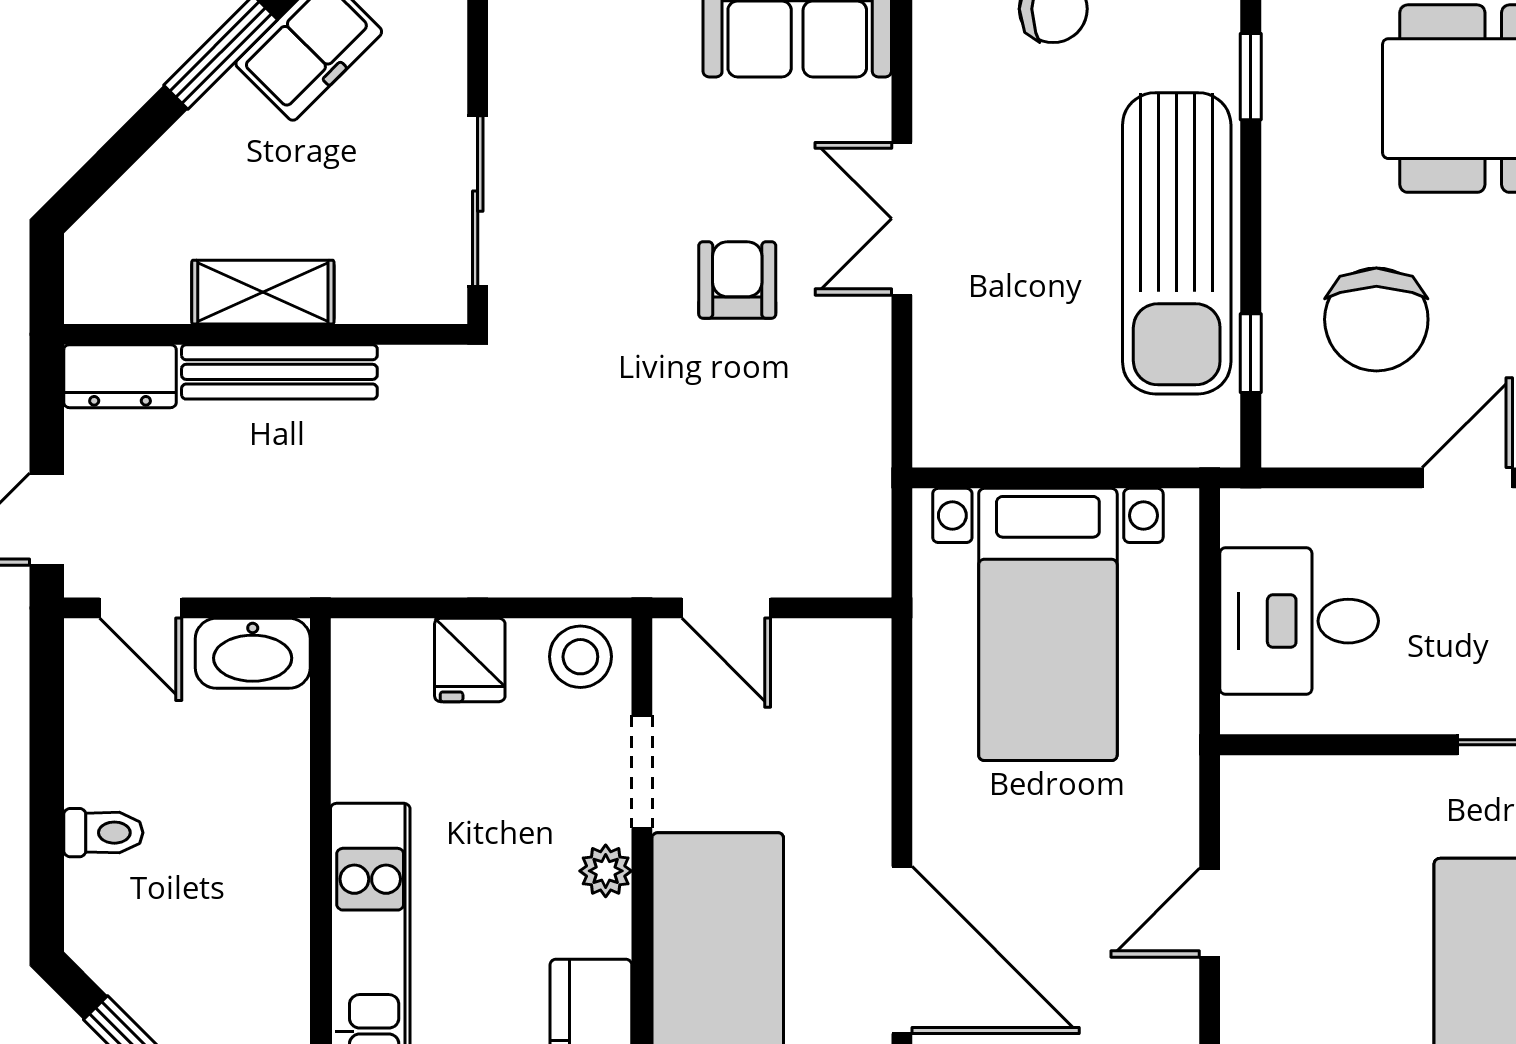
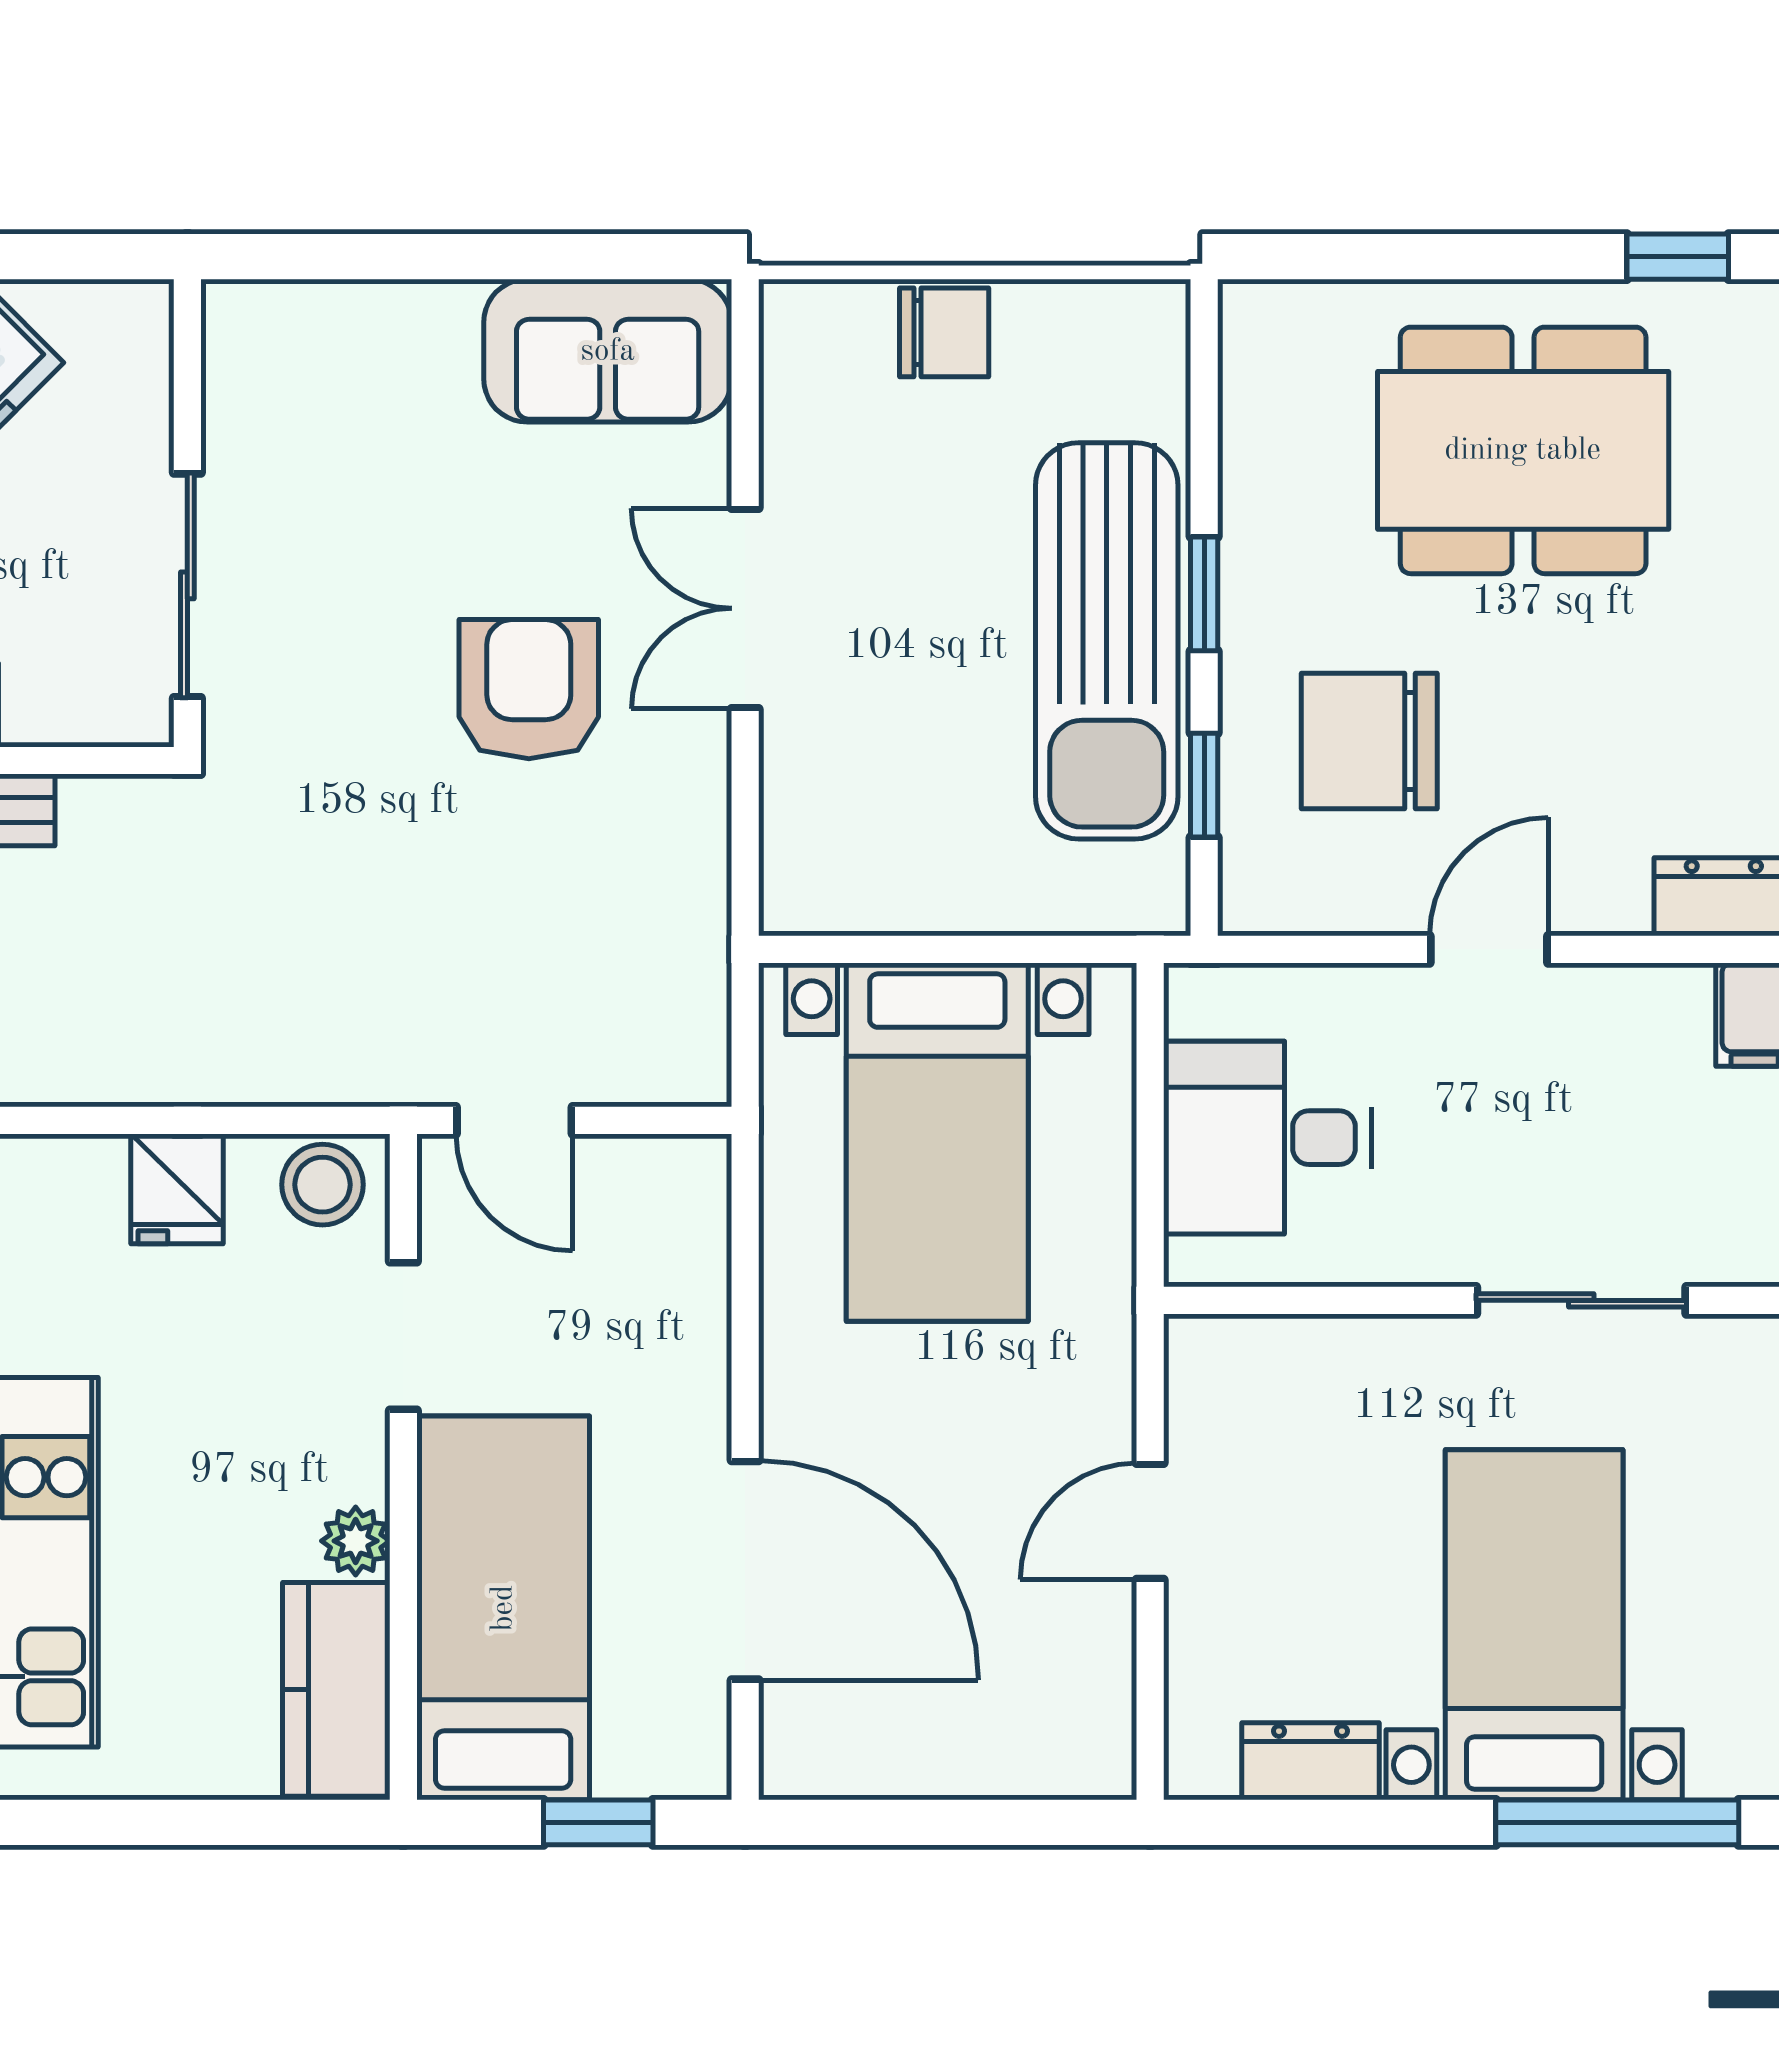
window: (1251, 77) -> (1204, 594), moved
armchair: (737, 280) -> (529, 689), width x1.38, depth x1.38
chair: (1376, 319) -> (1369, 741), turned 90
plant: (606, 871) -> (356, 1541), moved

